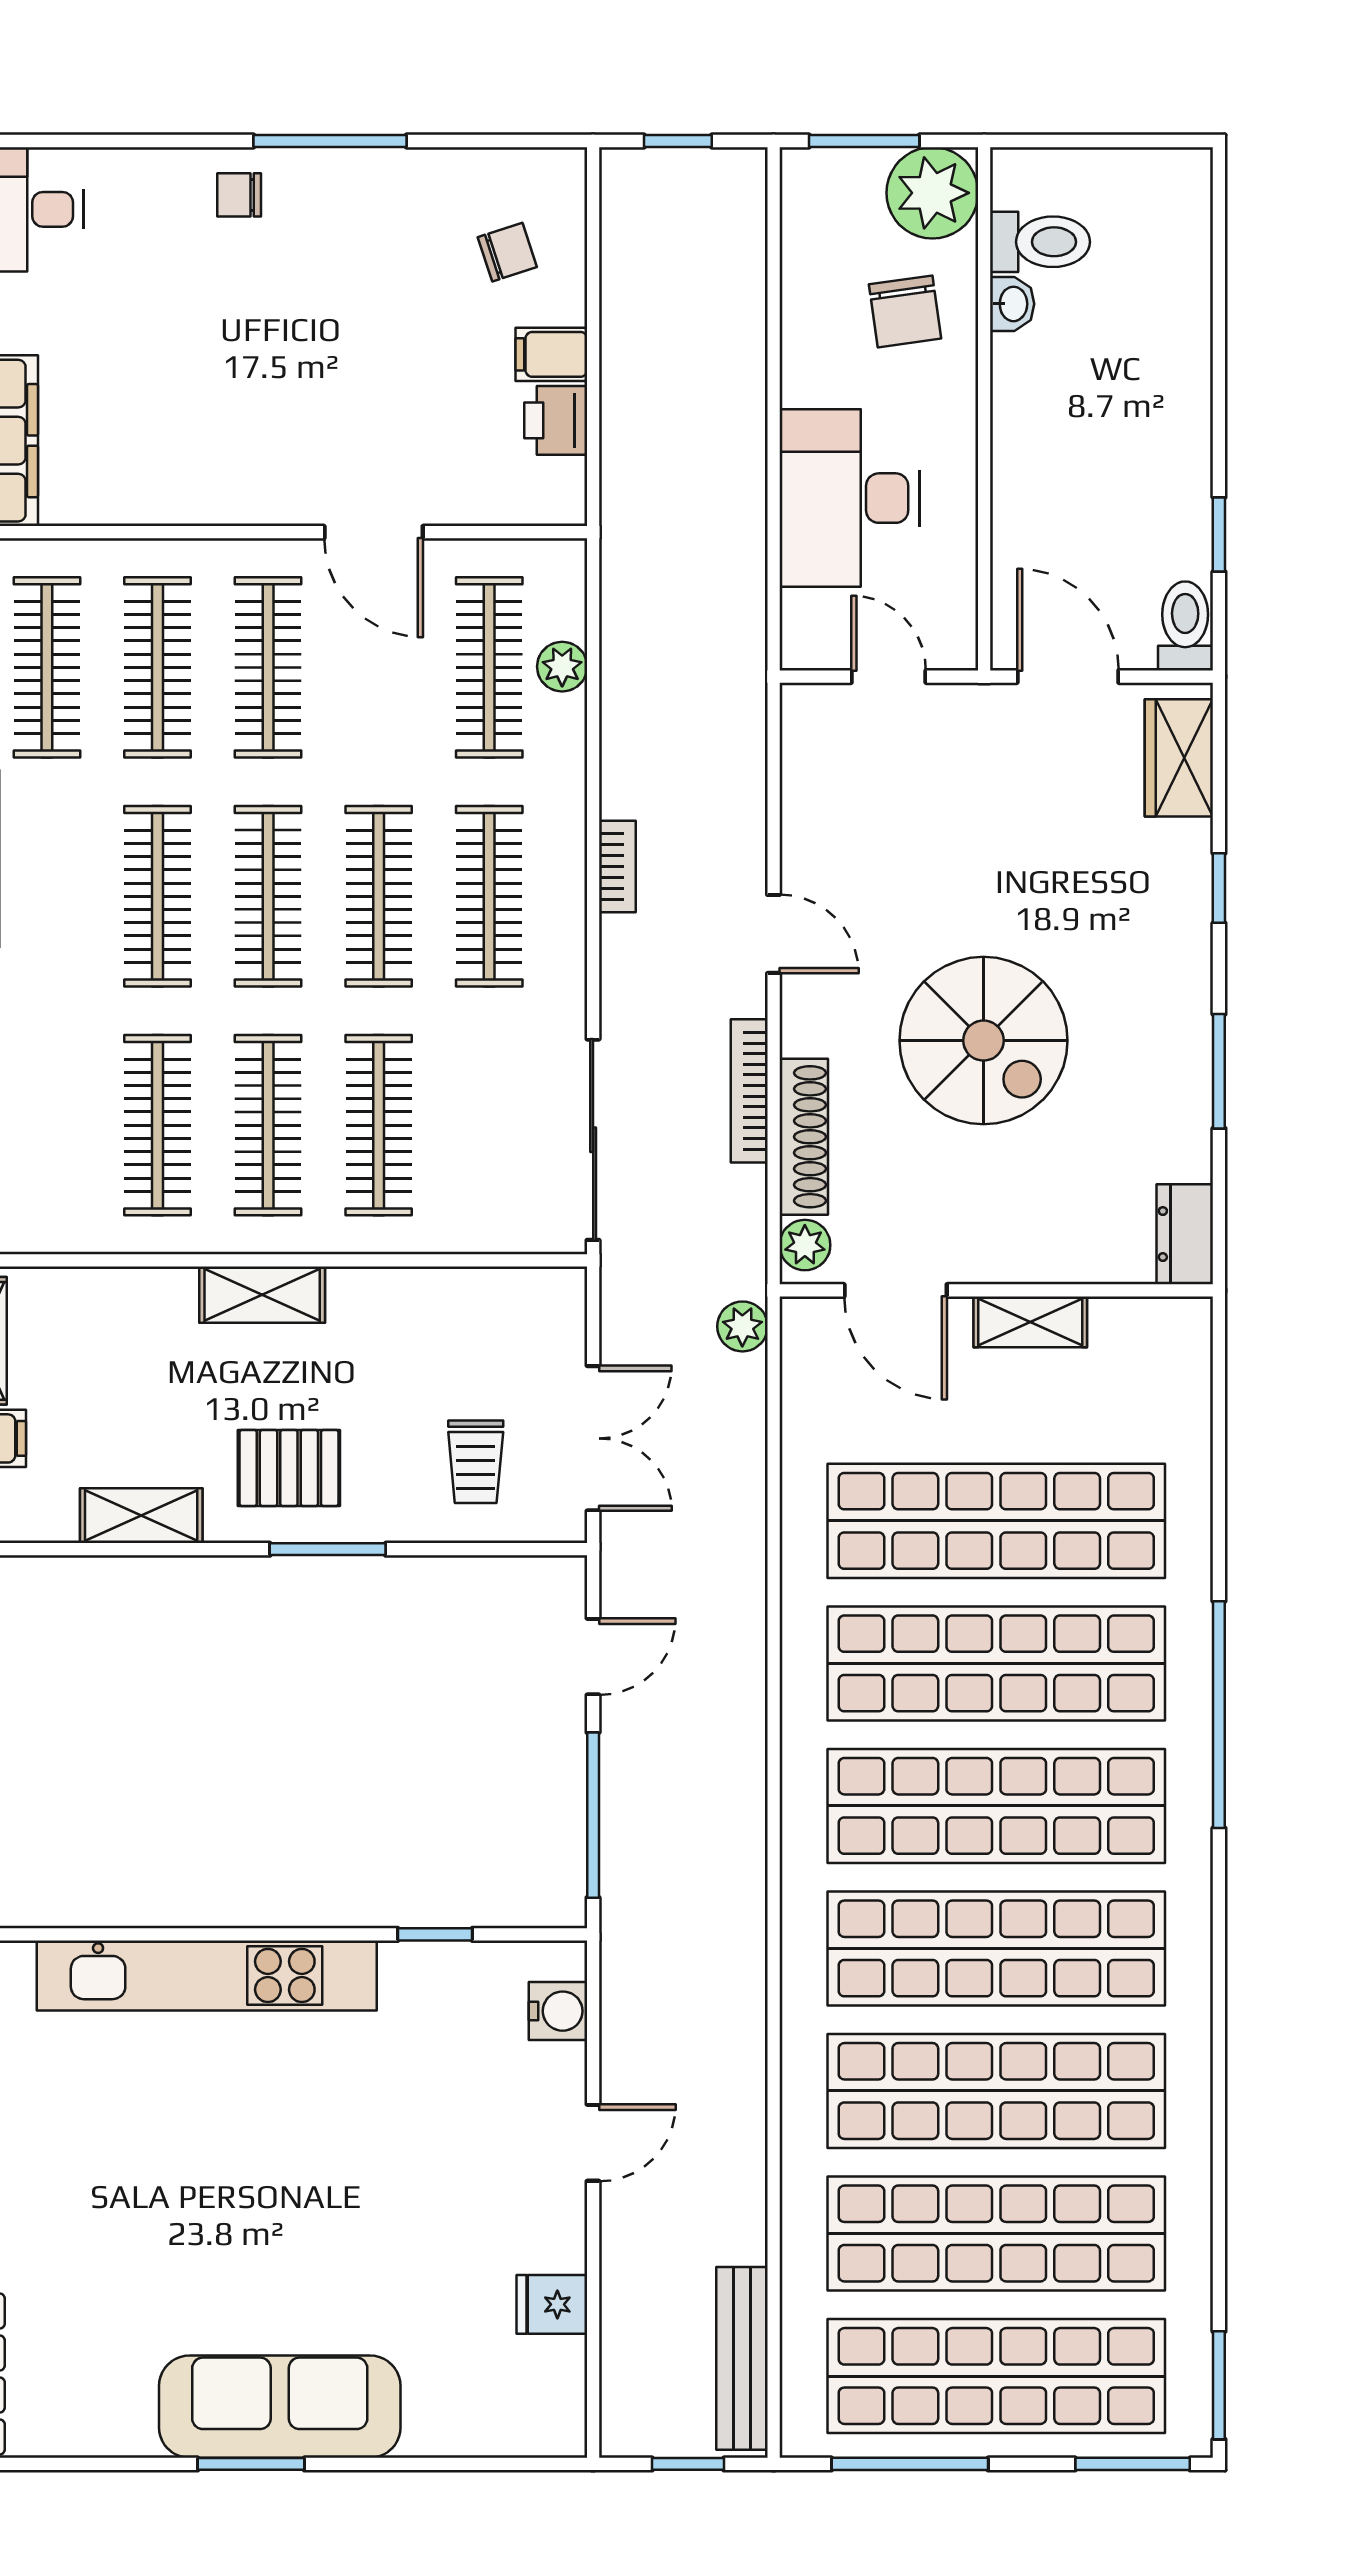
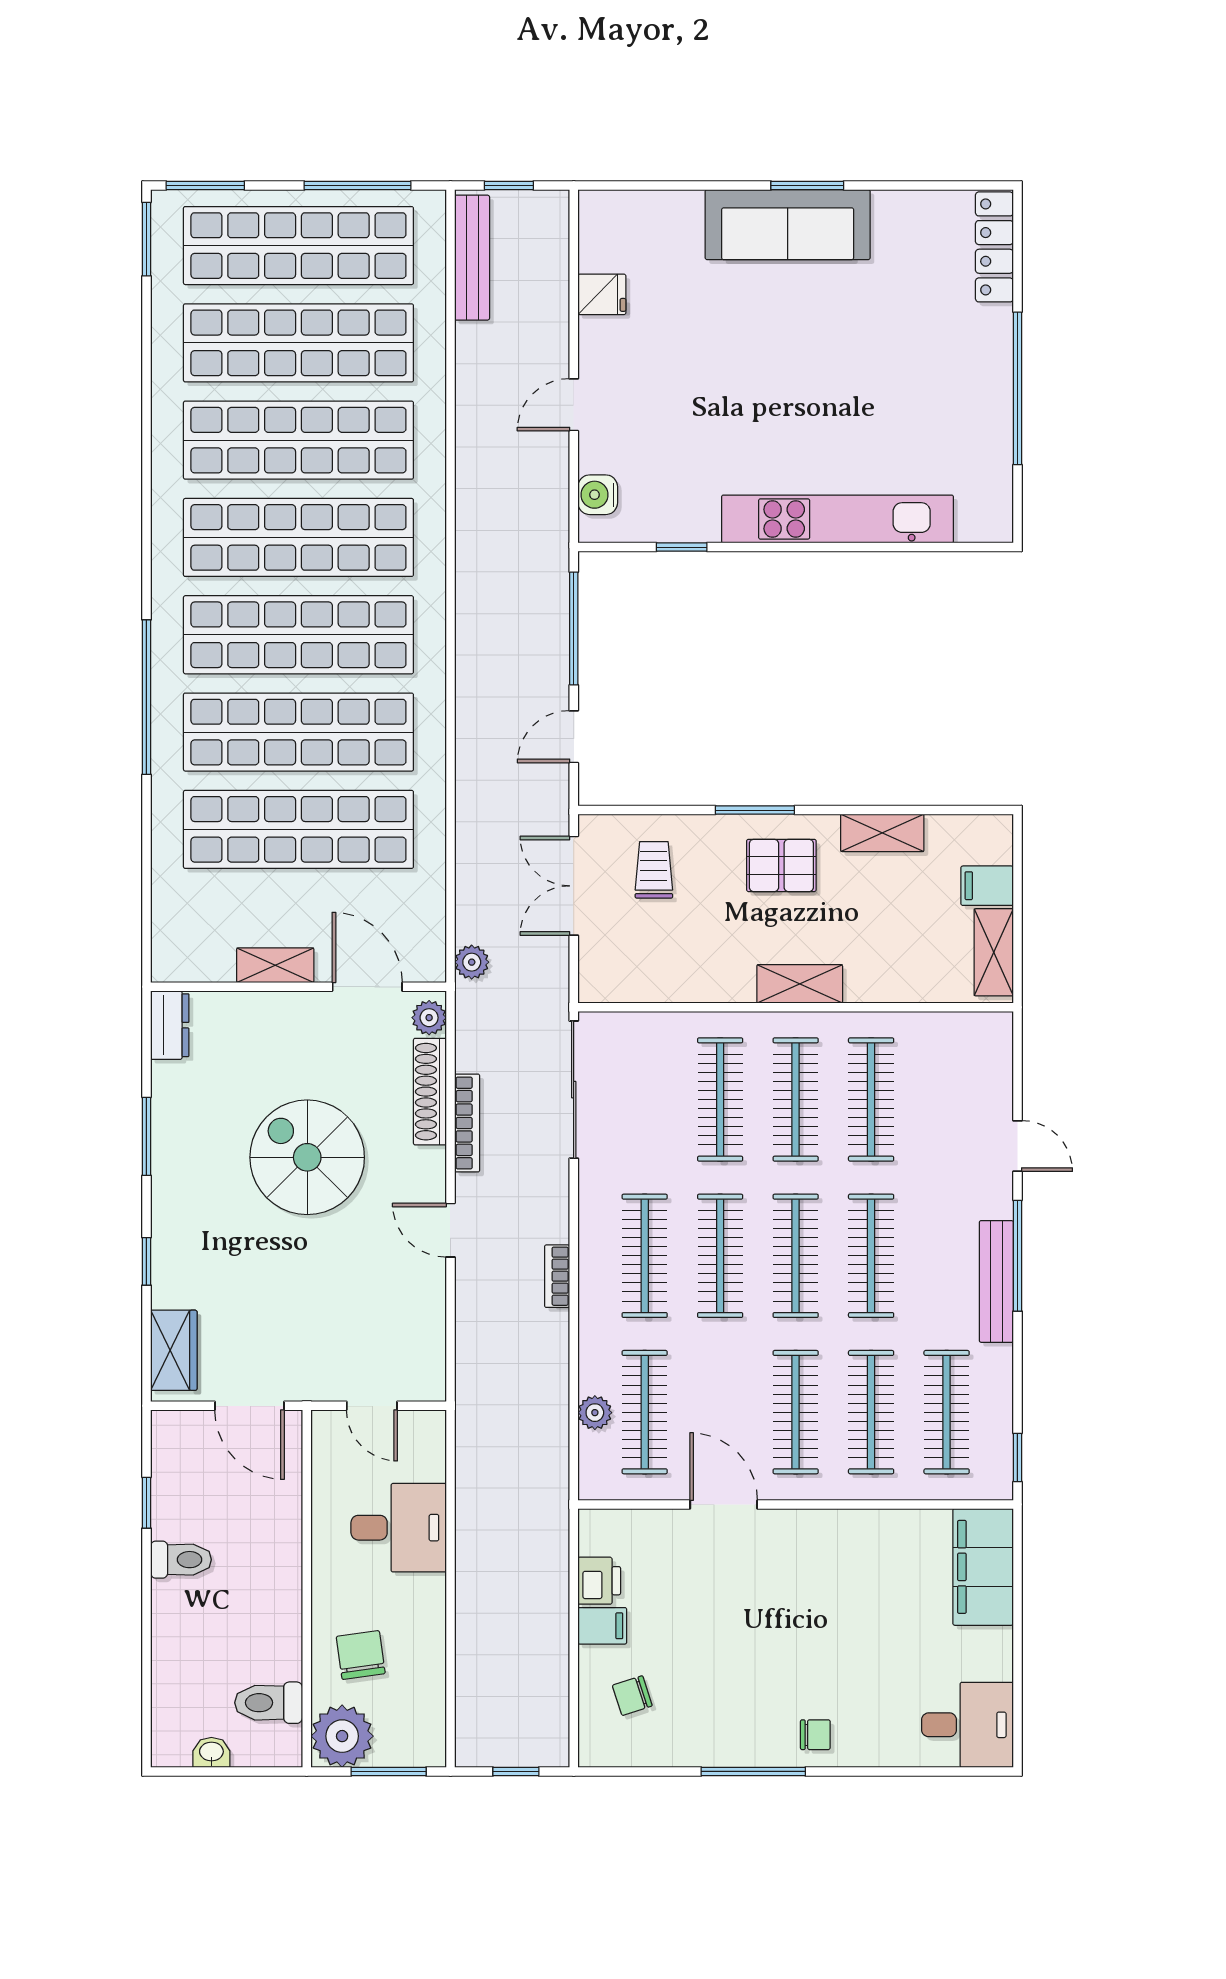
washbasin: (1012, 304) -> (211, 1752), moved, turned 90
desk: (849, 498) -> (399, 1528), width x0.73
toilet: (1185, 626) -> (181, 1560), moved, turned -90

